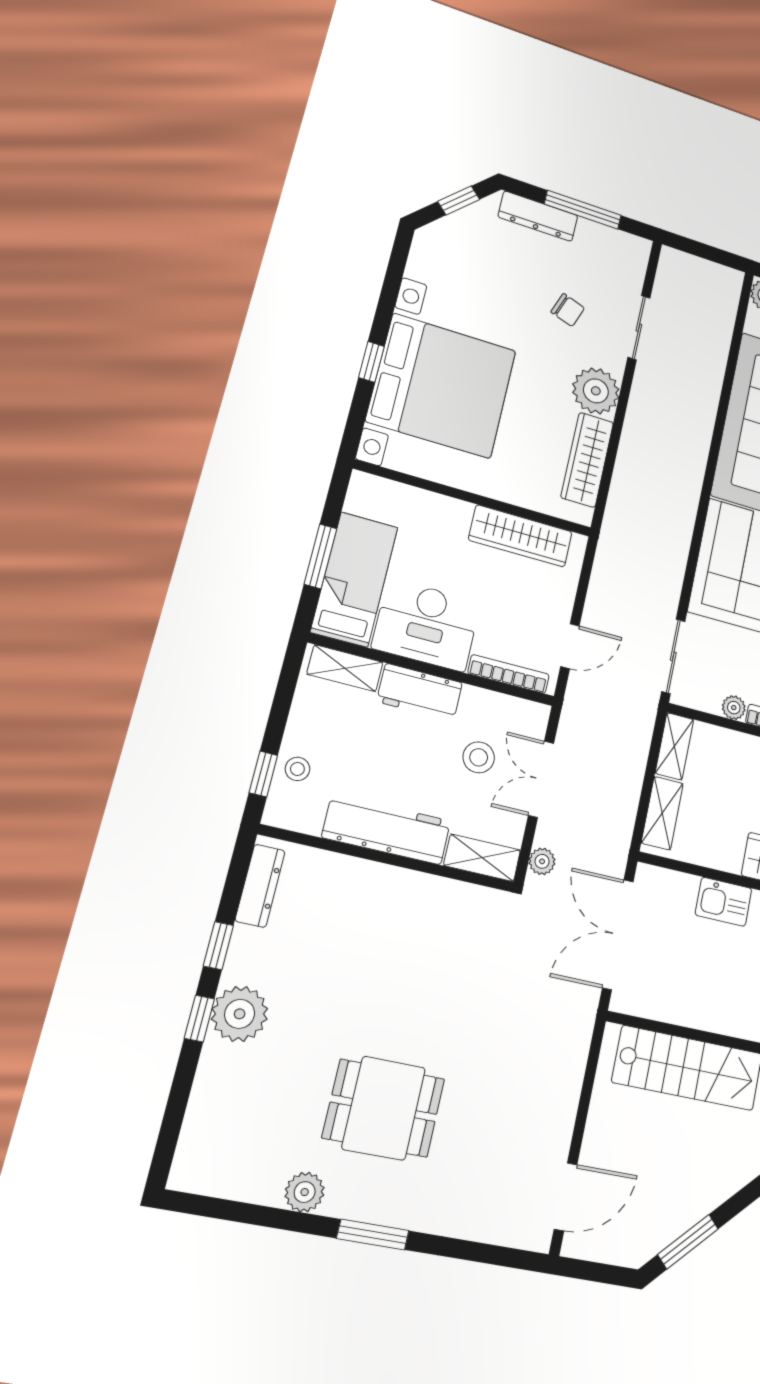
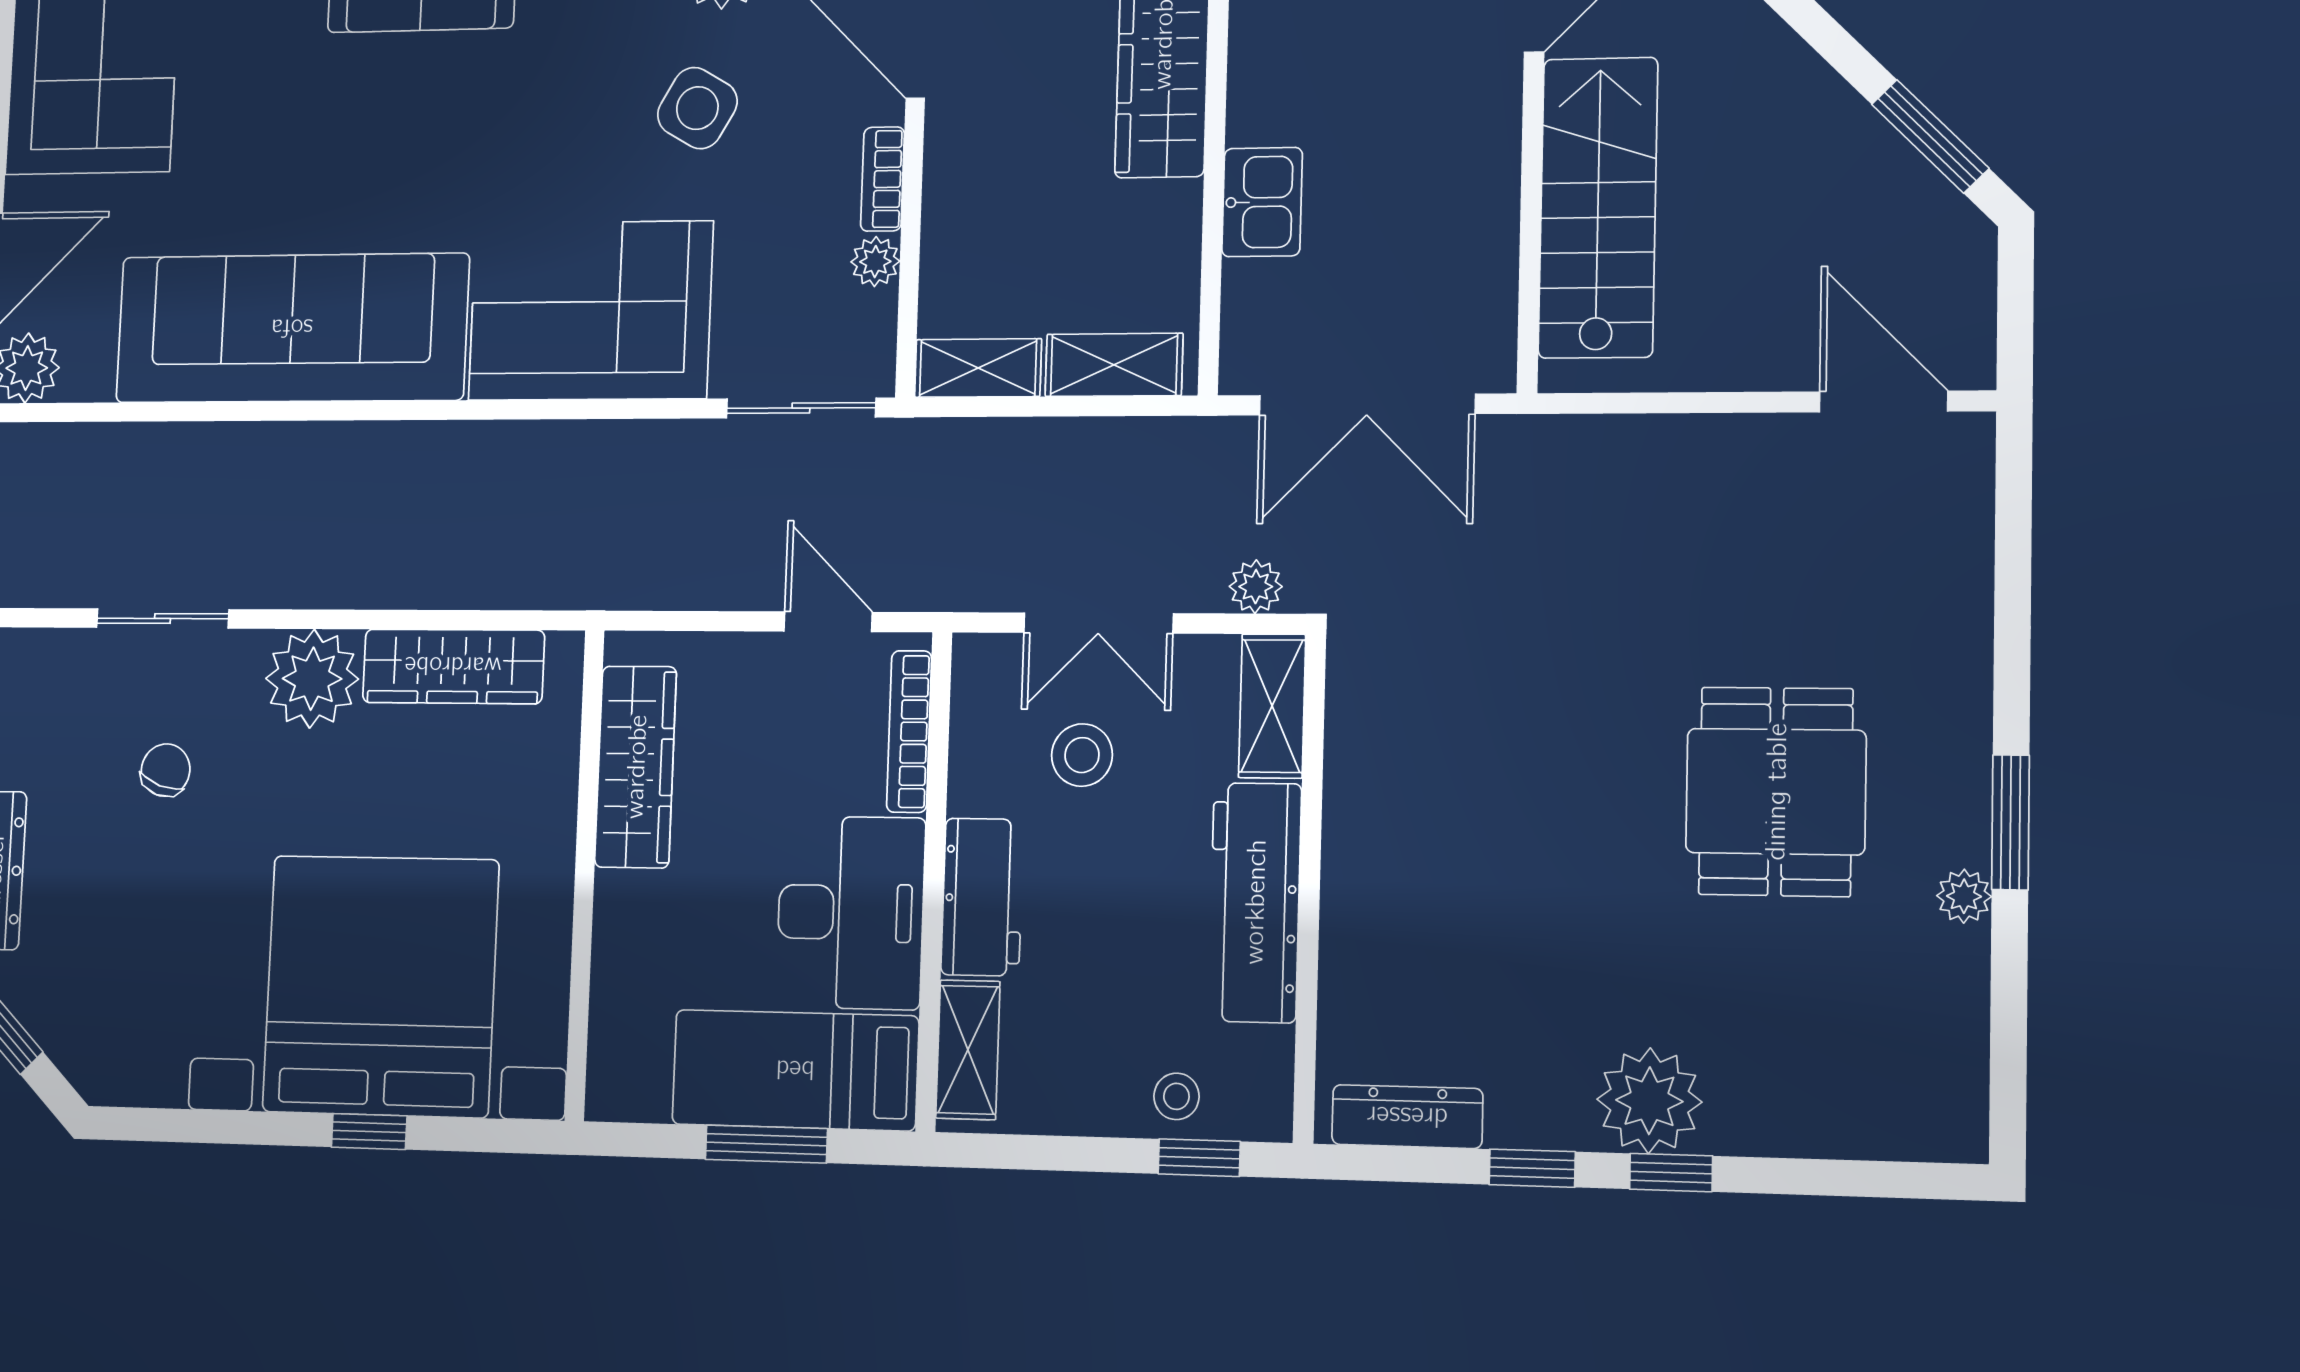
plant: (305, 1192) -> (1964, 896), width x0.73, depth x0.73
window: (373, 1234) -> (2011, 822), moved

